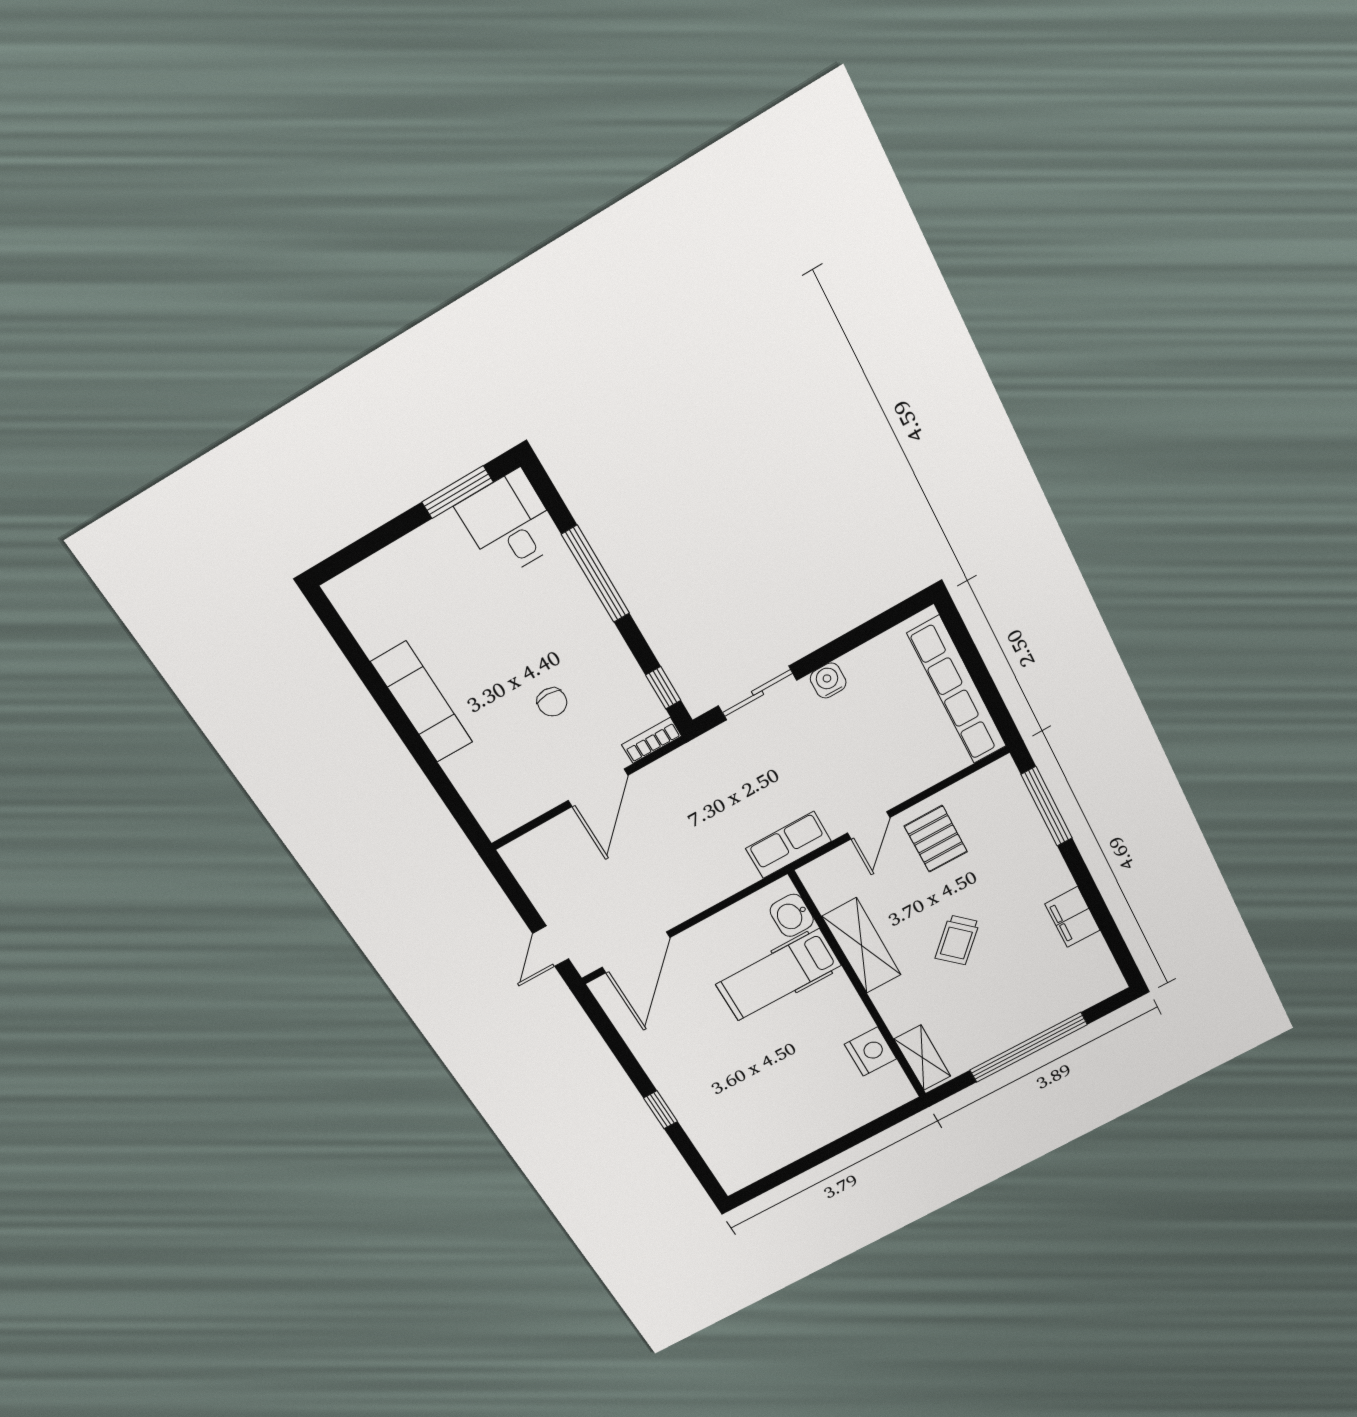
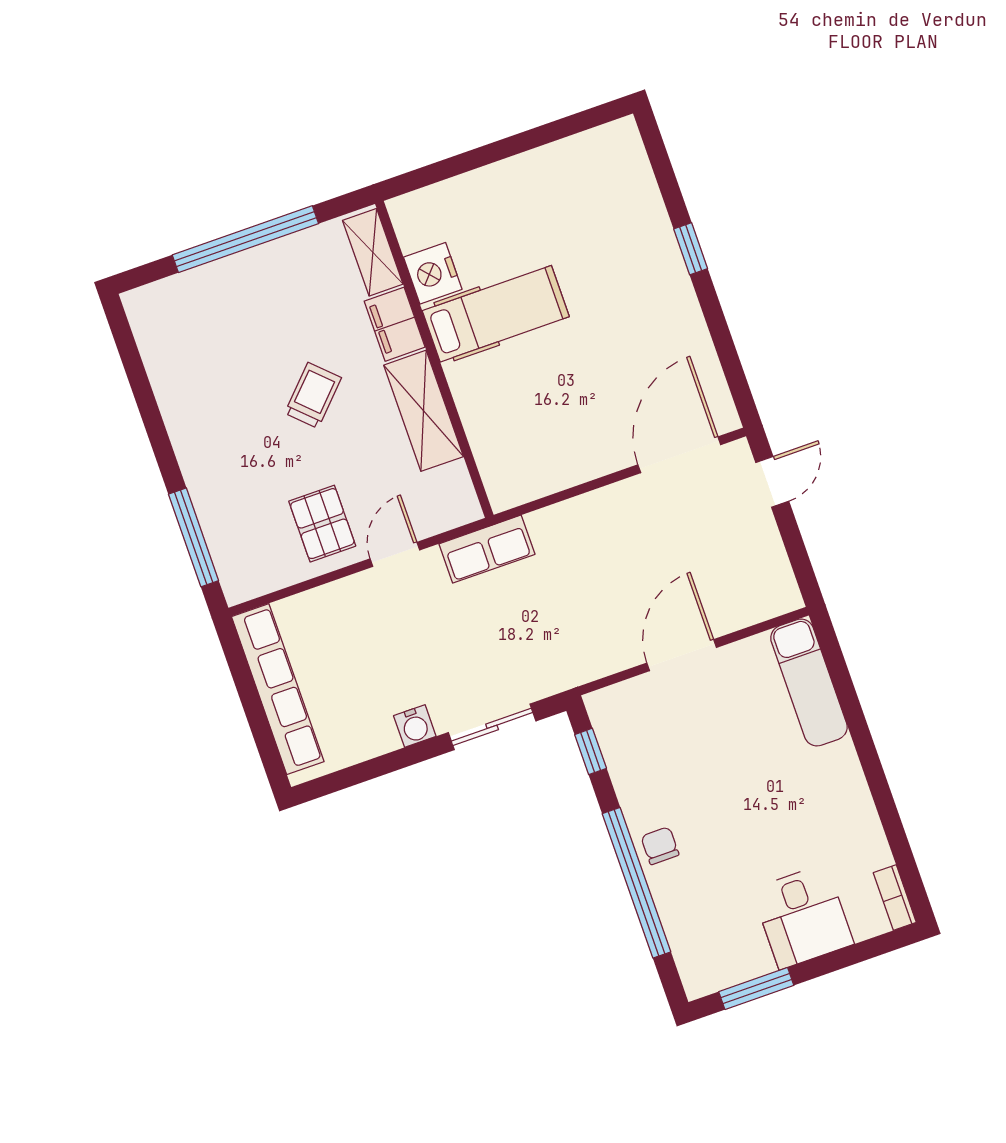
desk: (510, 524) -> (803, 917), moved
window: (596, 574) -> (637, 883), width x1.46
exam couch: (422, 702) -> (809, 683), moved
chair: (552, 702) -> (660, 846), moved
bookcase: (652, 740) -> (895, 898), moved, turned 90
washbasin: (792, 915) -> (497, 464), removed
filing cabinet: (1072, 917) -> (395, 324), moved, turned 180
hospital bed: (779, 975) -> (496, 314), moved

